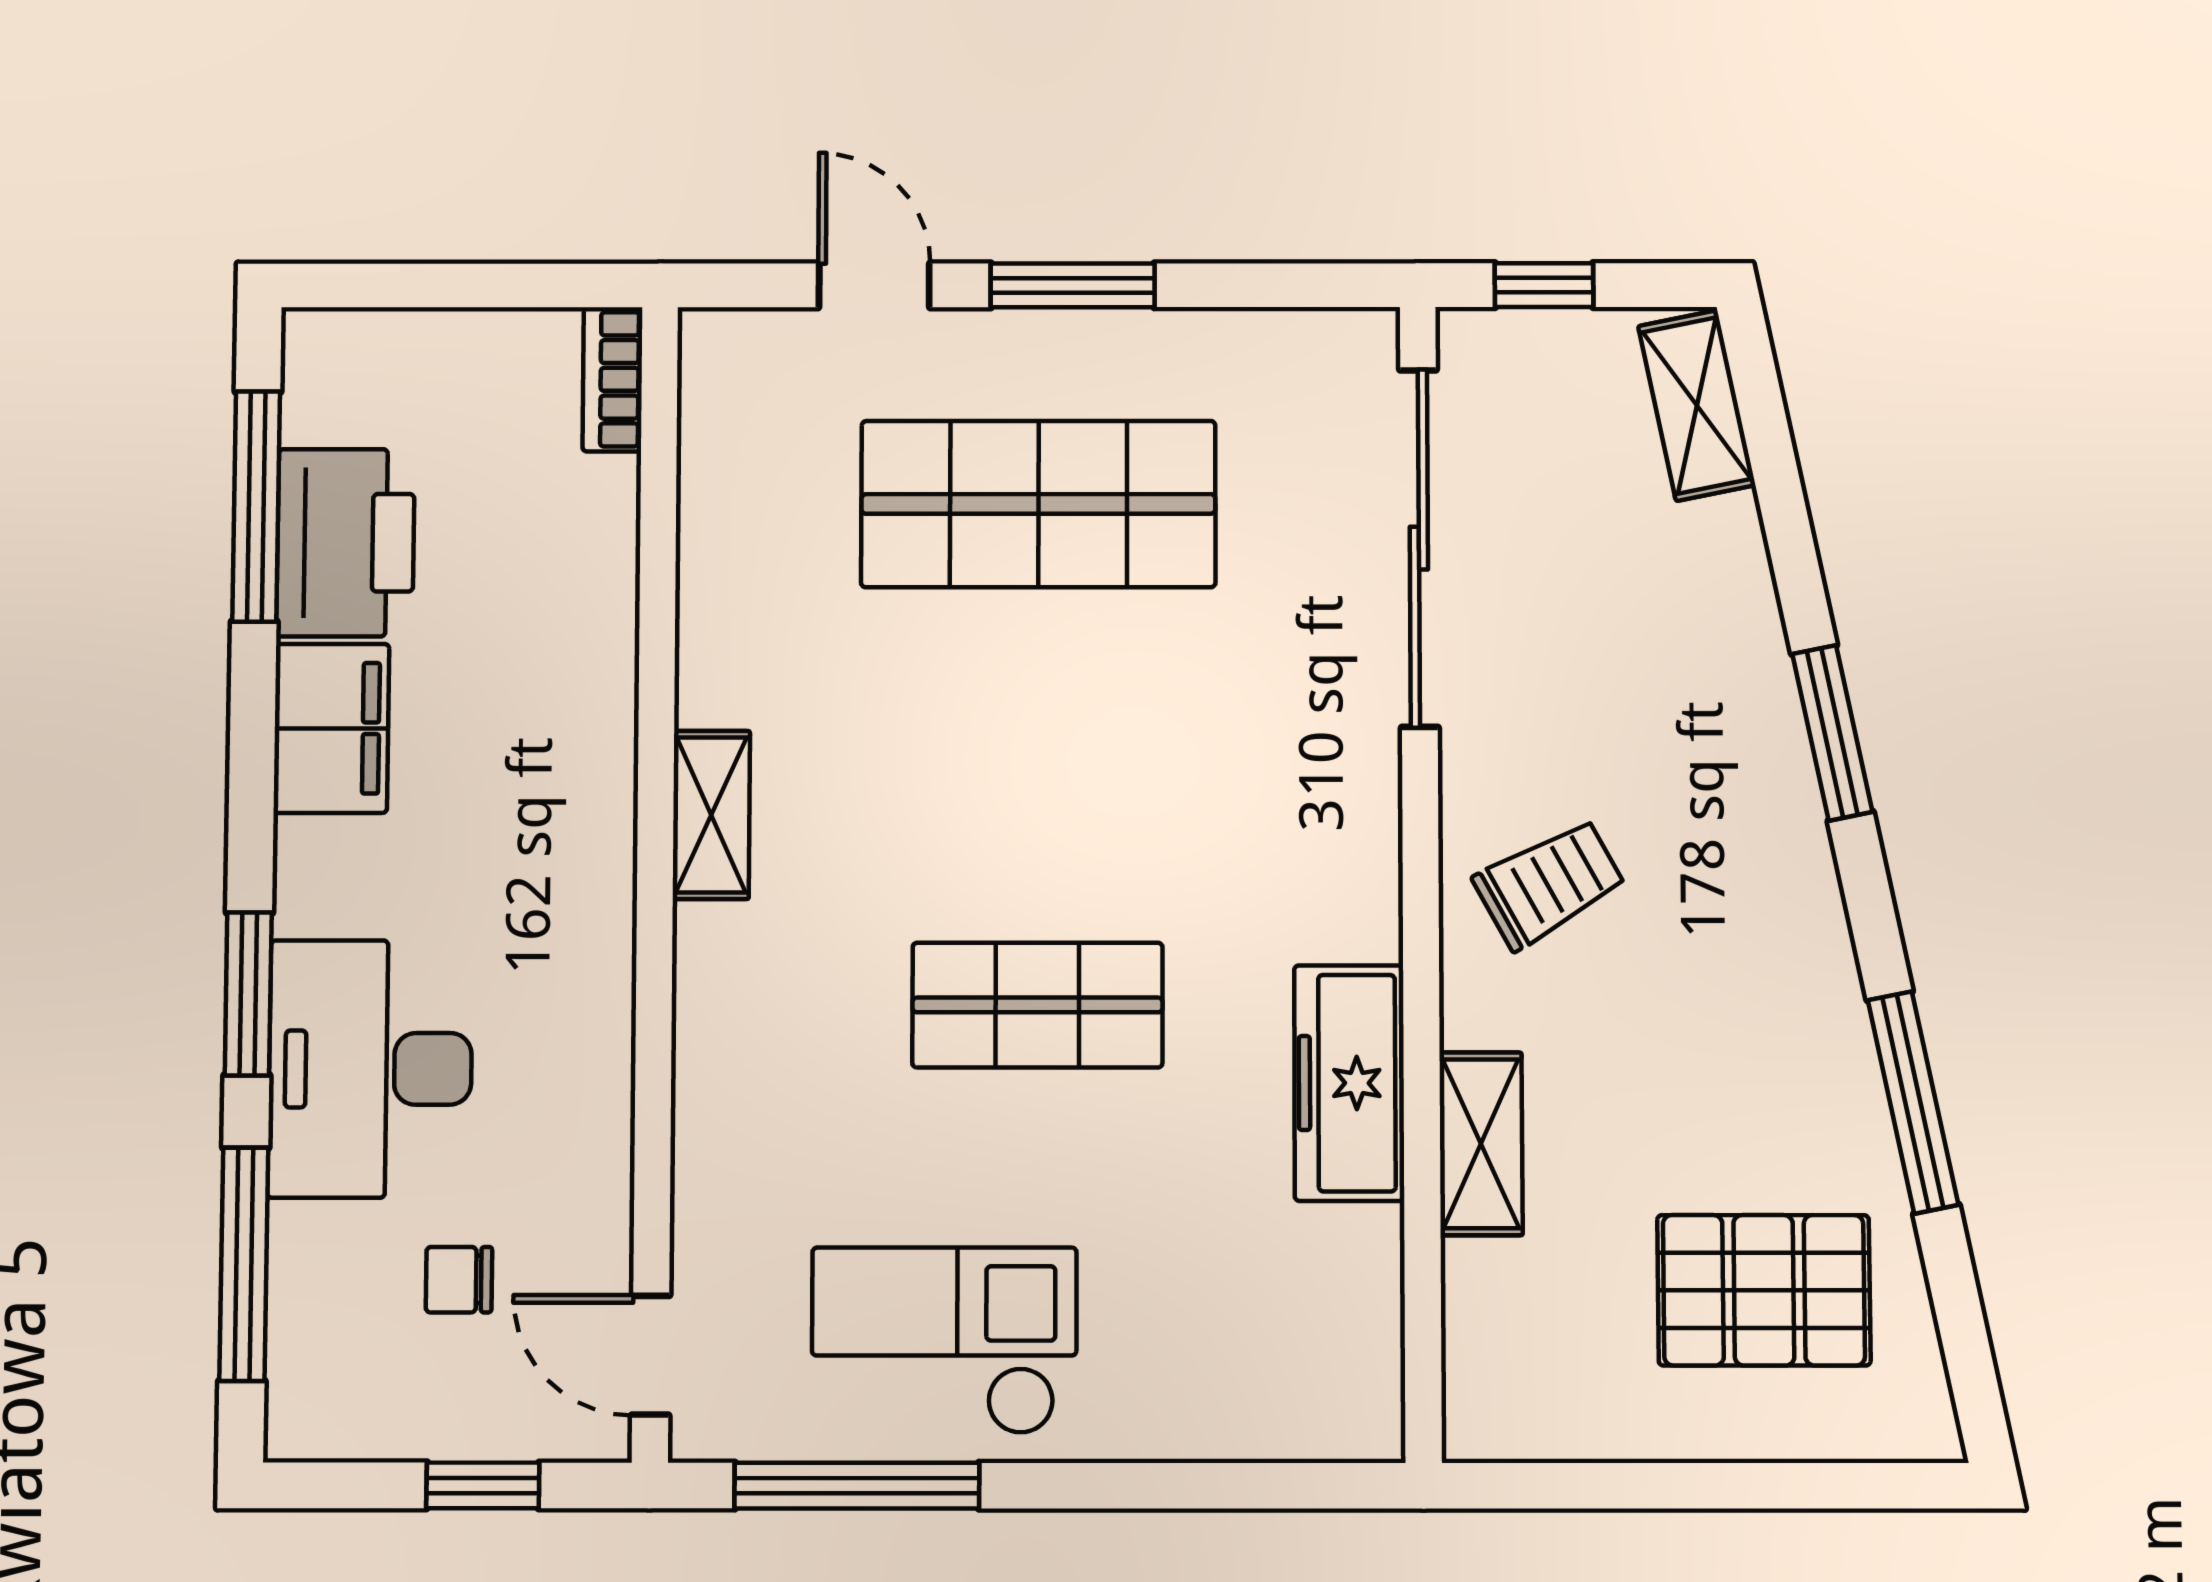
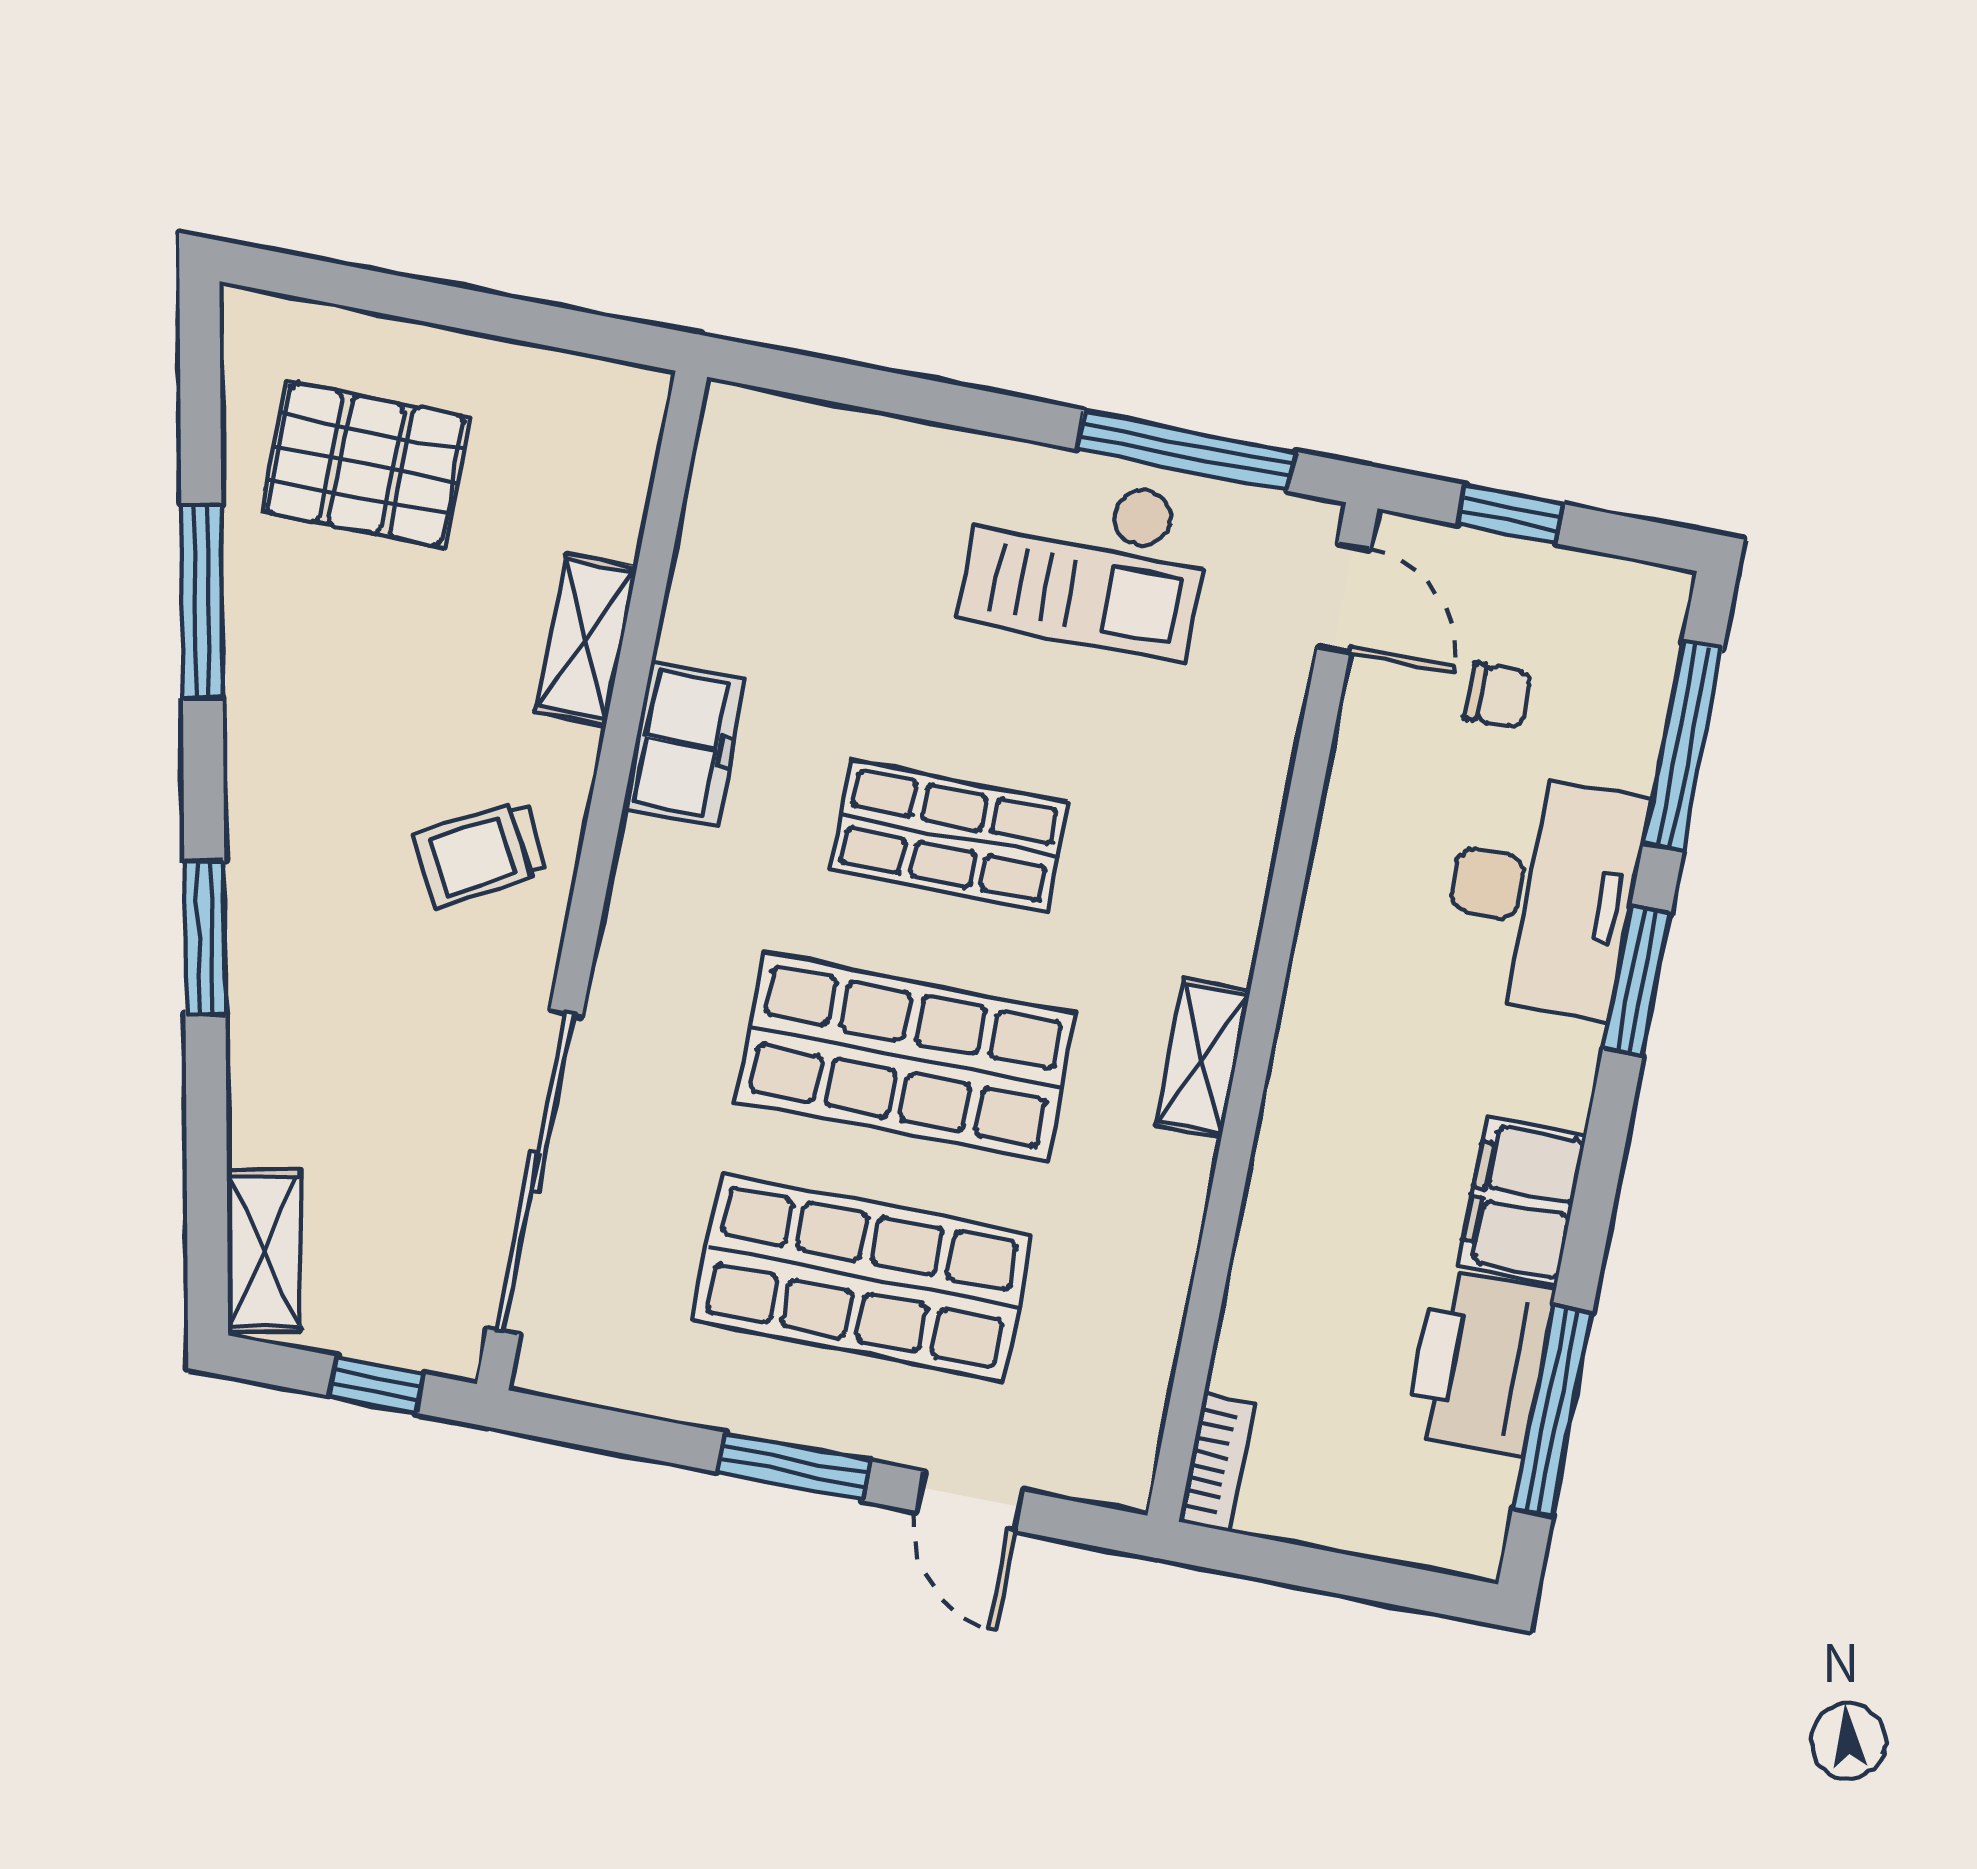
shop shelf: (1038, 753) -> (906, 1057), added
freezer: (1349, 1083) -> (684, 744), width x0.71

